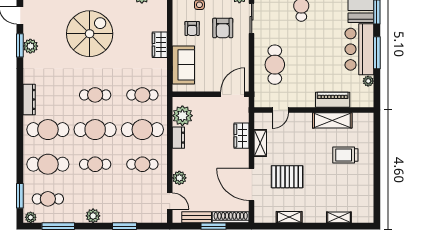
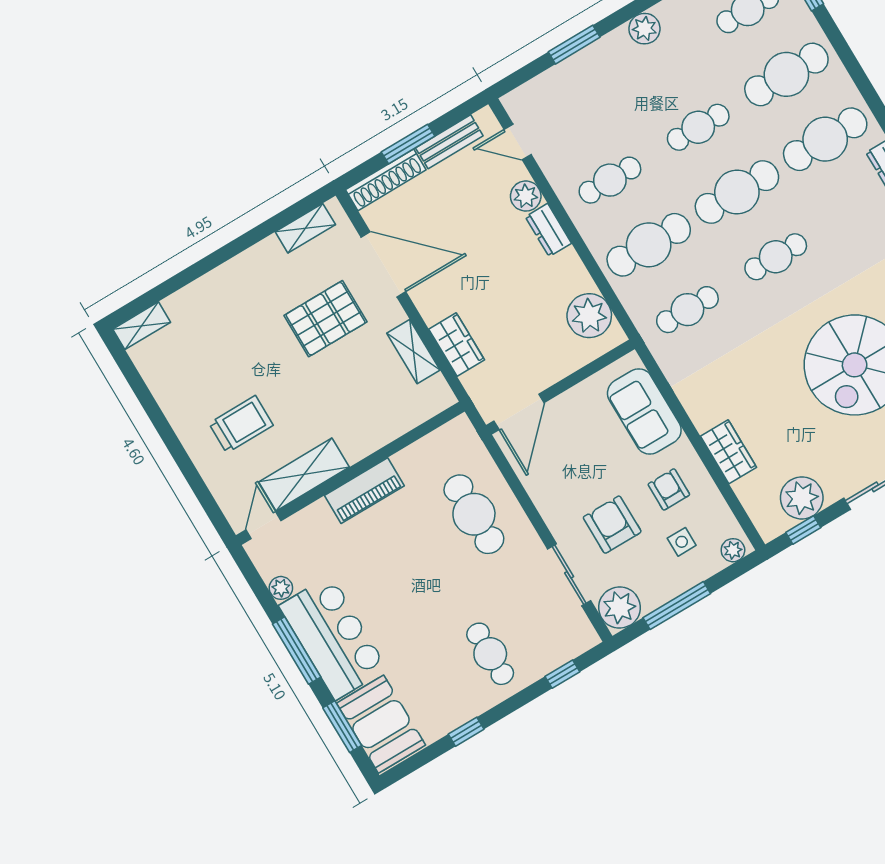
wardrobe: (160, 45) -> (728, 452), moved
piano: (333, 100) -> (364, 491), moved
door: (280, 110) -> (263, 525), moved
dresser: (178, 138) -> (548, 230), moved
shelving: (289, 217) -> (305, 228), moved
shelving: (339, 217) -> (142, 326), moved

